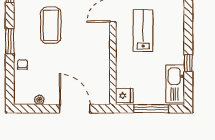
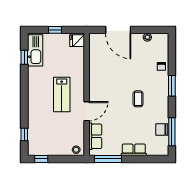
coffee table: (51, 25) -> (138, 99), width x0.54, depth x0.58
window: (188, 63) -> (24, 57), moved
window: (151, 109) -> (55, 30), width x0.46

